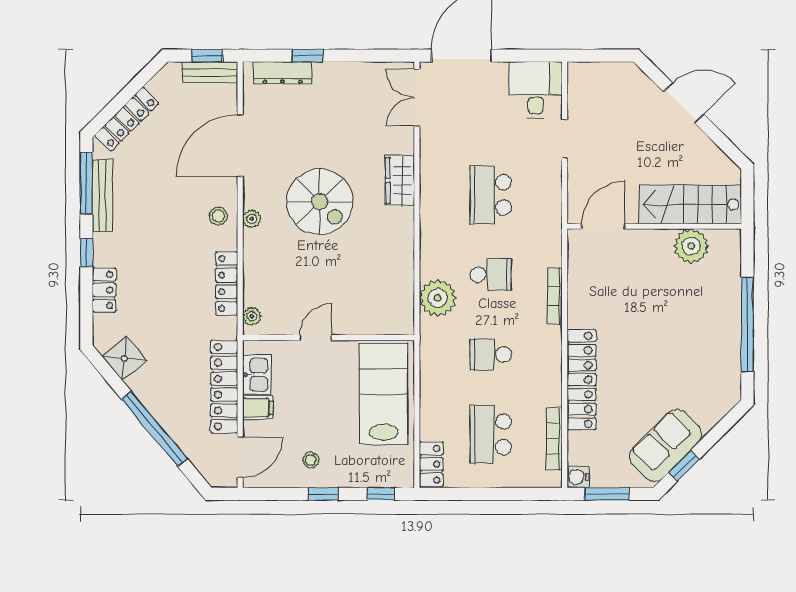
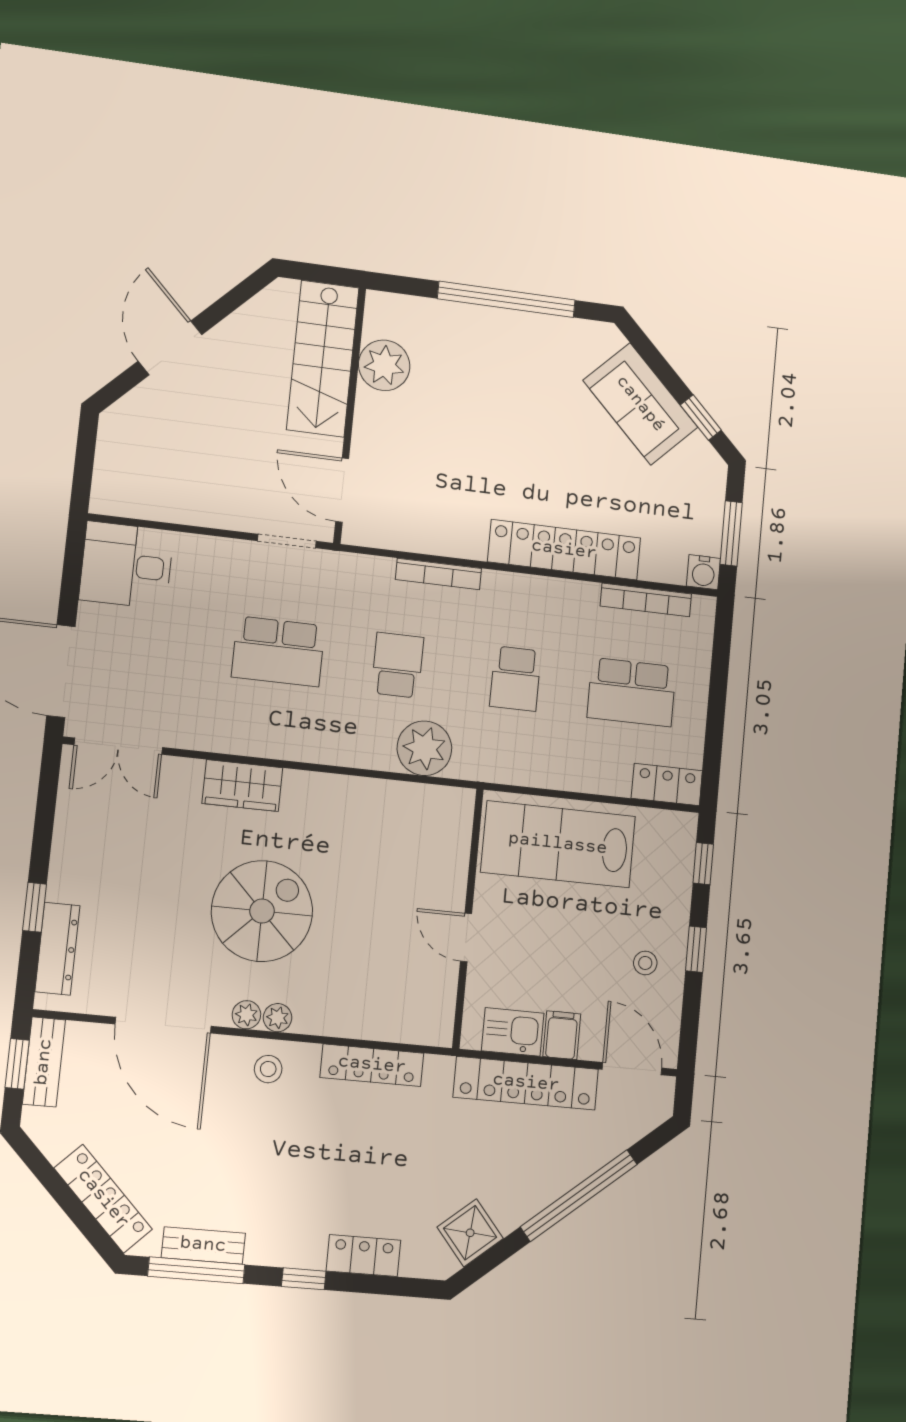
doorway: (565, 139) -> (287, 541), moved
bench: (102, 195) -> (203, 1245), width x0.73
plant: (252, 316) -> (246, 1015), moved
sofa: (666, 445) -> (640, 404), moved

